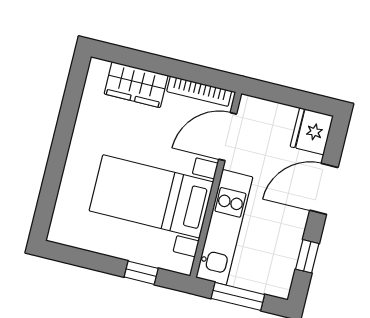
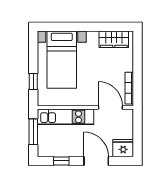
wardrobe: (136, 85) -> (114, 39), moved, turned -90
bed with nightstands: (151, 196) -> (62, 60), moved, turned 180

